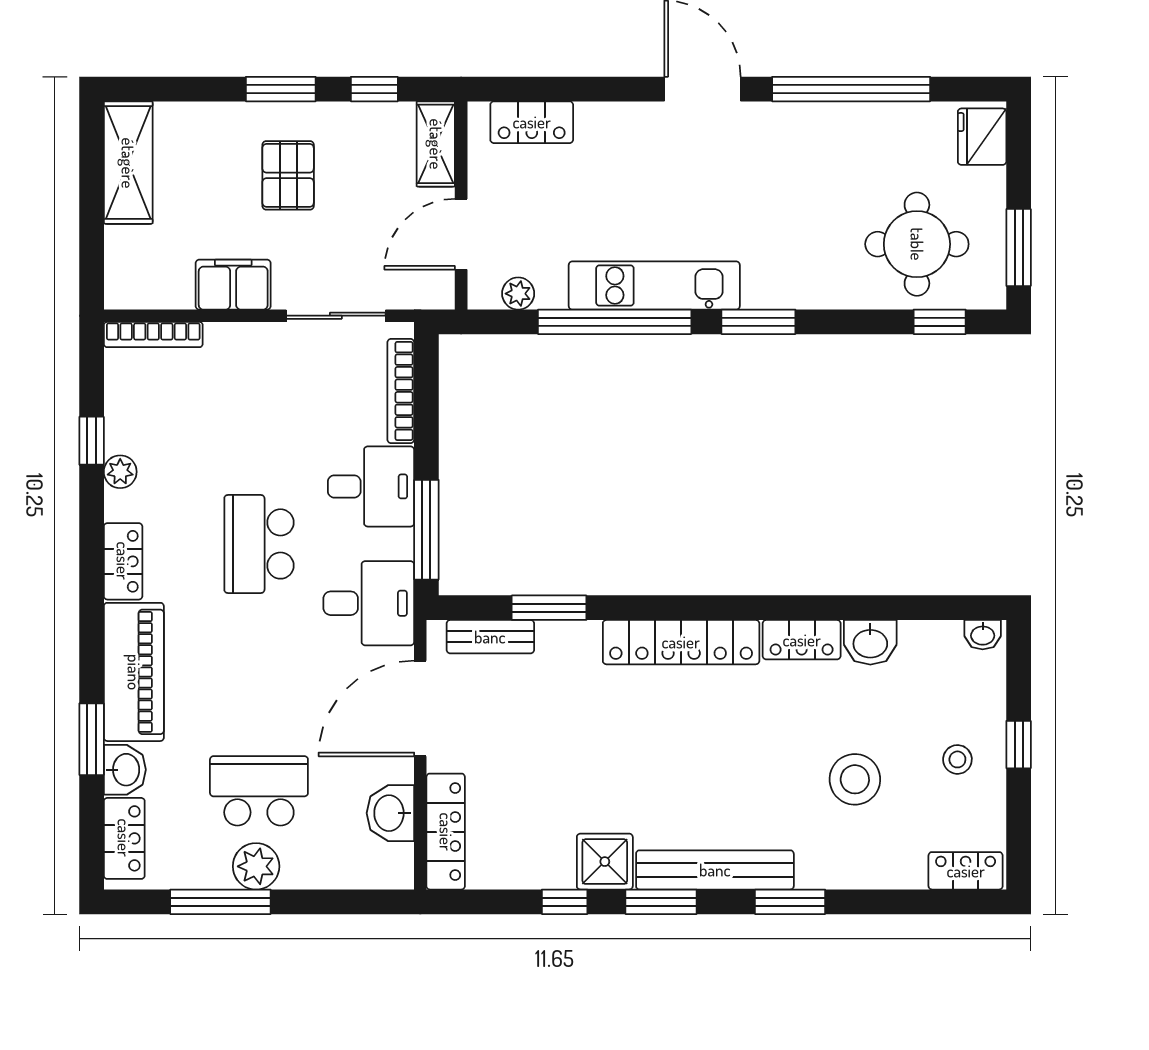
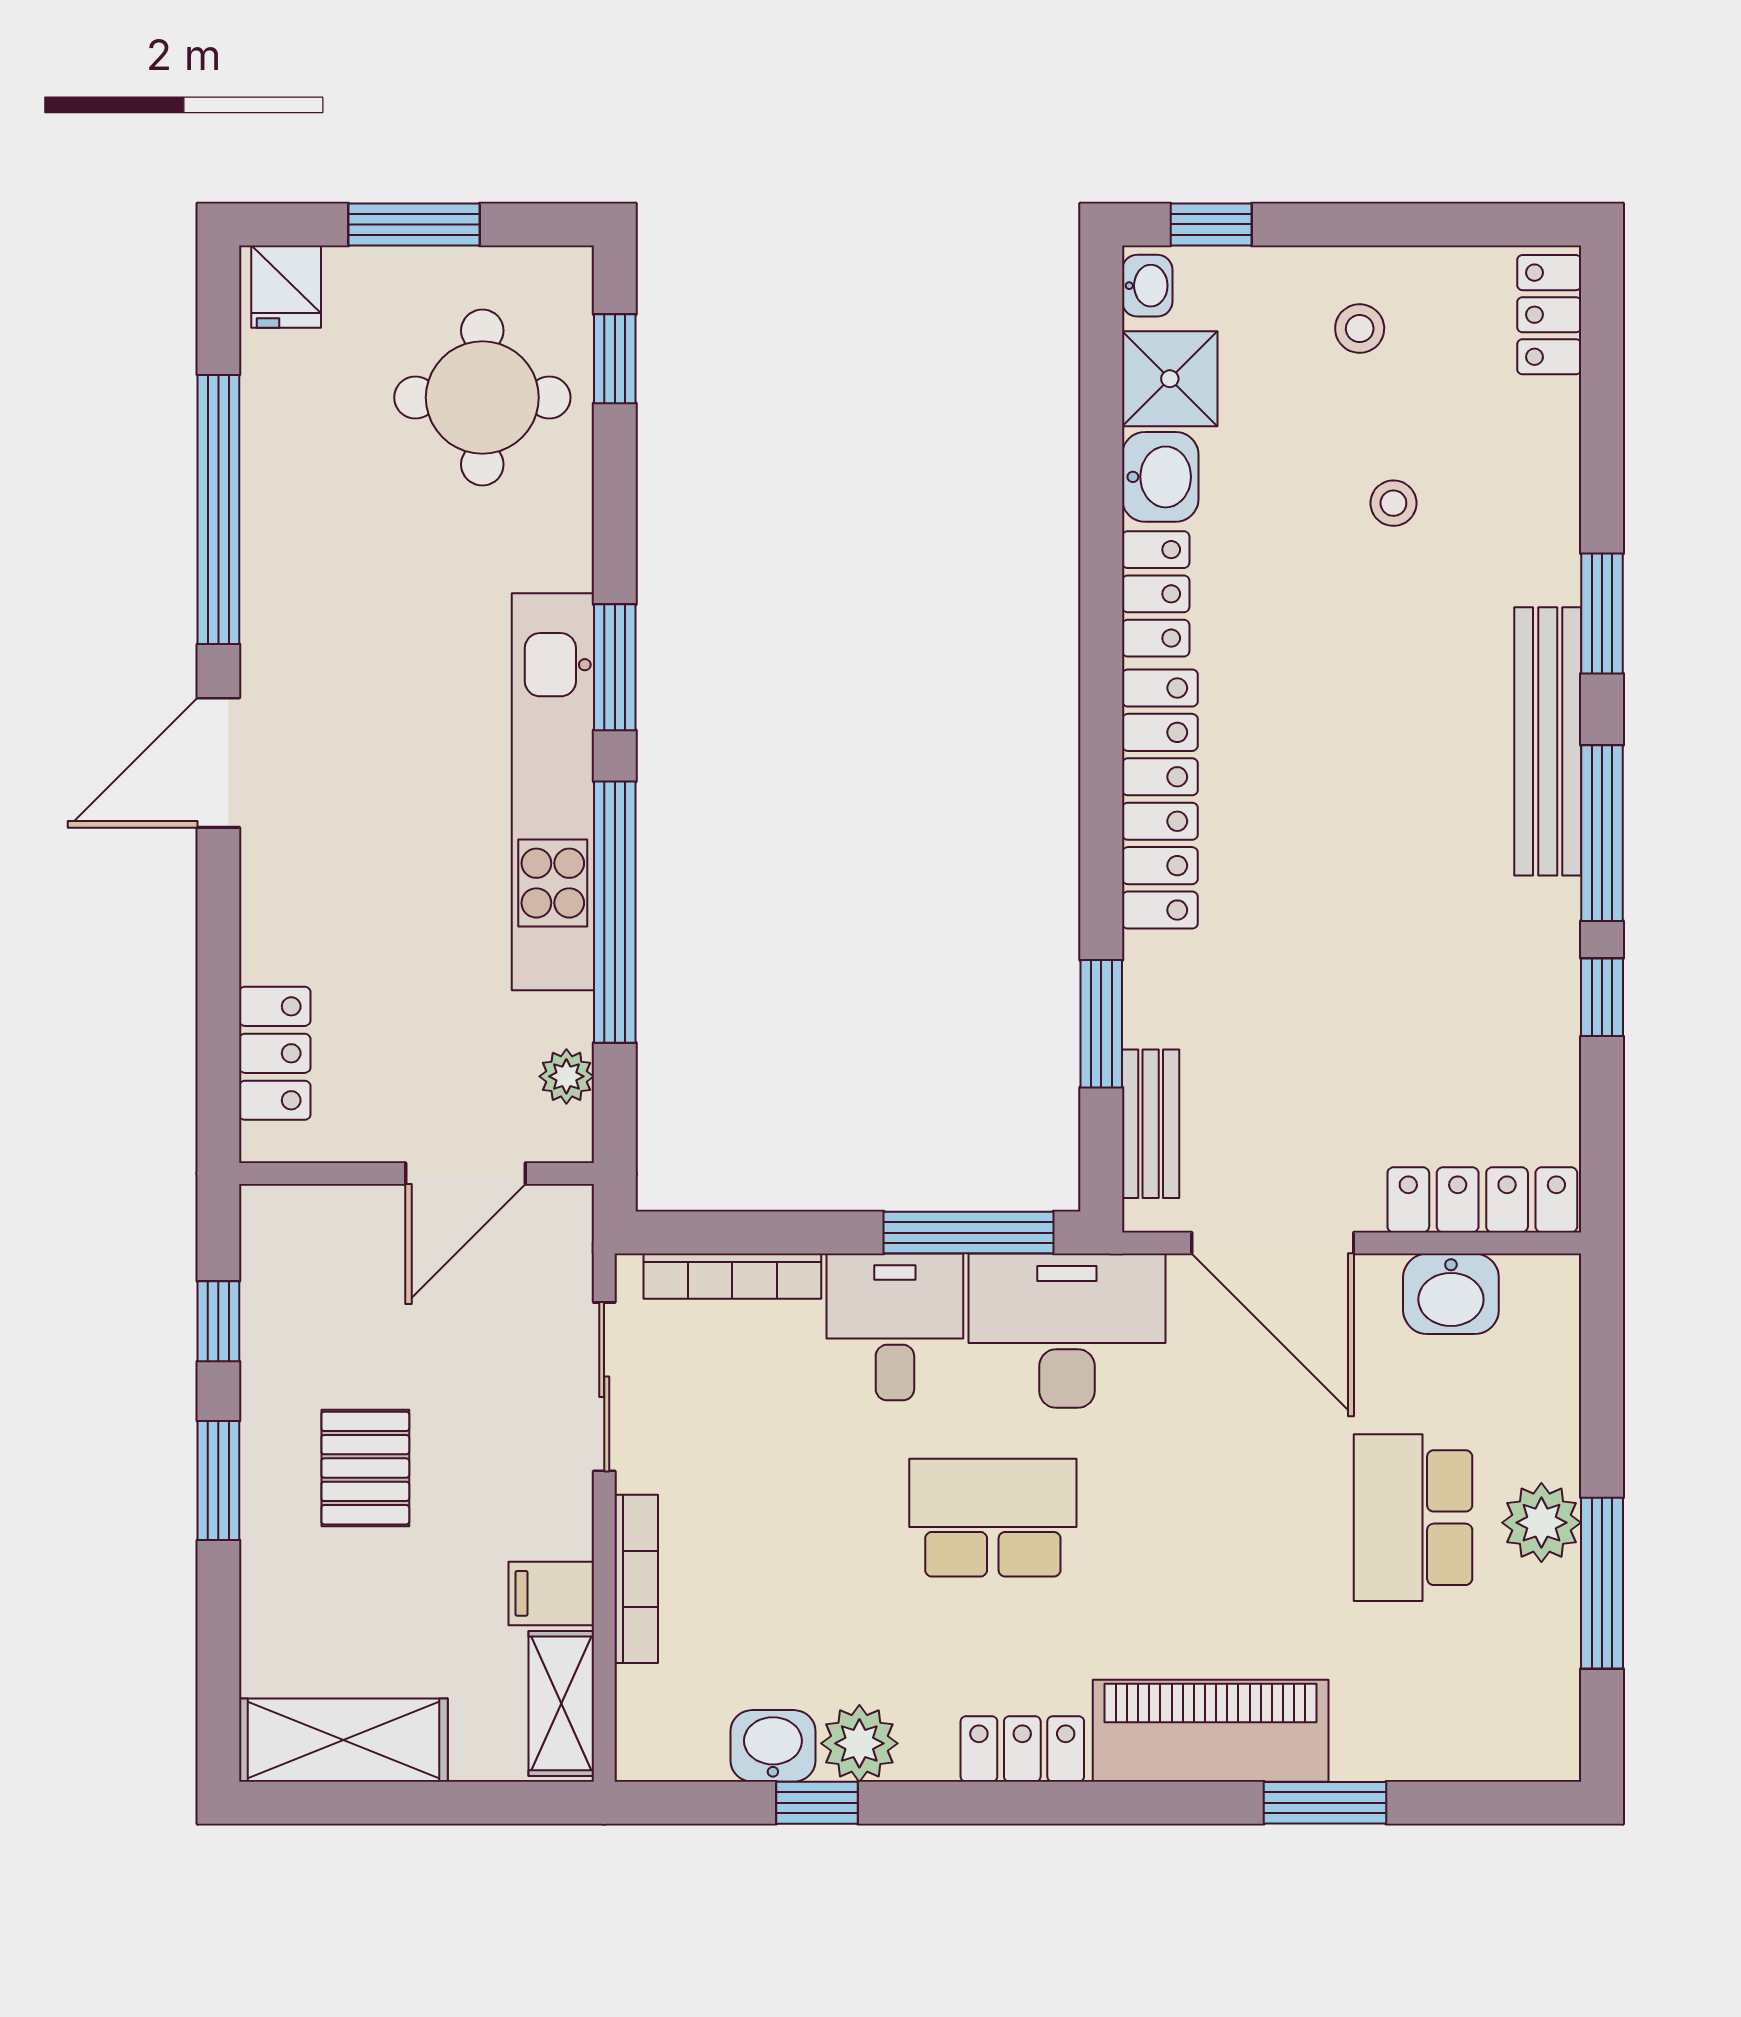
fridge: (982, 137) -> (286, 287), width x0.72
shelving: (436, 144) -> (561, 1703), moved, turned 90
pallet: (288, 175) -> (365, 1468), turned 90
door: (461, 234) -> (465, 1173), hinge flipped
window: (1019, 247) -> (414, 224), moved
filing cabinet: (233, 285) -> (551, 1593), width x0.50
kitchen unit: (654, 286) -> (553, 792), width x1.36
bookcase: (153, 335) -> (636, 1579), moved
plant: (120, 472) -> (859, 1743), width x1.38, depth x1.38
school desk: (259, 544) -> (993, 1518), turned 180
desk: (369, 603) -> (1067, 1331), width x1.37
window: (1019, 745) -> (1211, 224), moved
washbasin: (125, 770) -> (773, 1746), moved
stool: (855, 779) -> (1393, 503), width x0.53, depth x0.53
locker: (124, 838) -> (1494, 1747), removed
shower: (605, 862) -> (1170, 379), moved
window: (661, 902) -> (1602, 833), width x1.44

